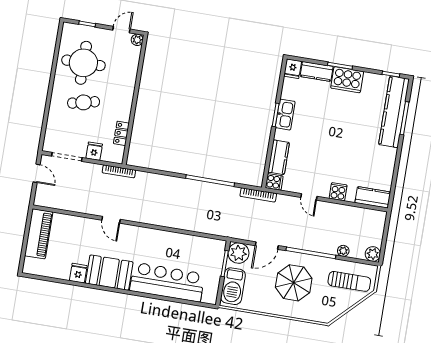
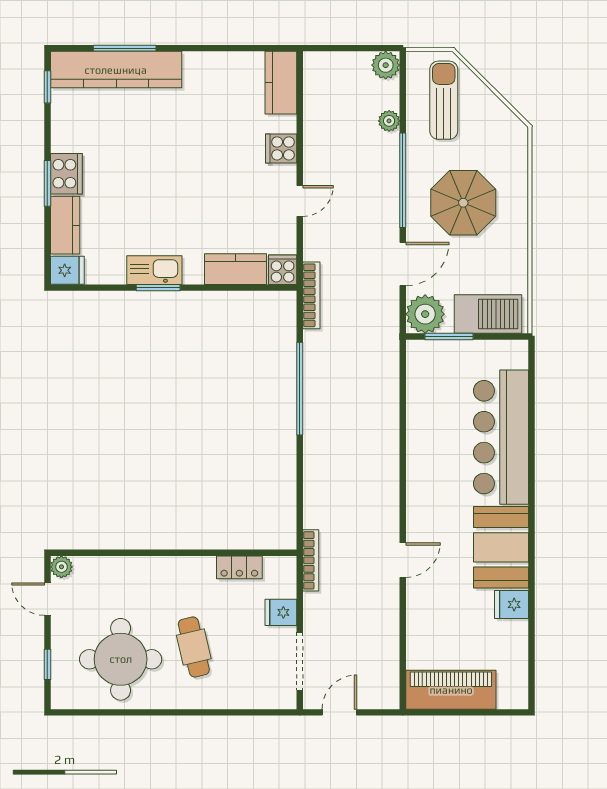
cooker: (347, 80) -> (66, 174), width x0.73, depth x0.76
door: (267, 246) -> (403, 264), hinge flipped

